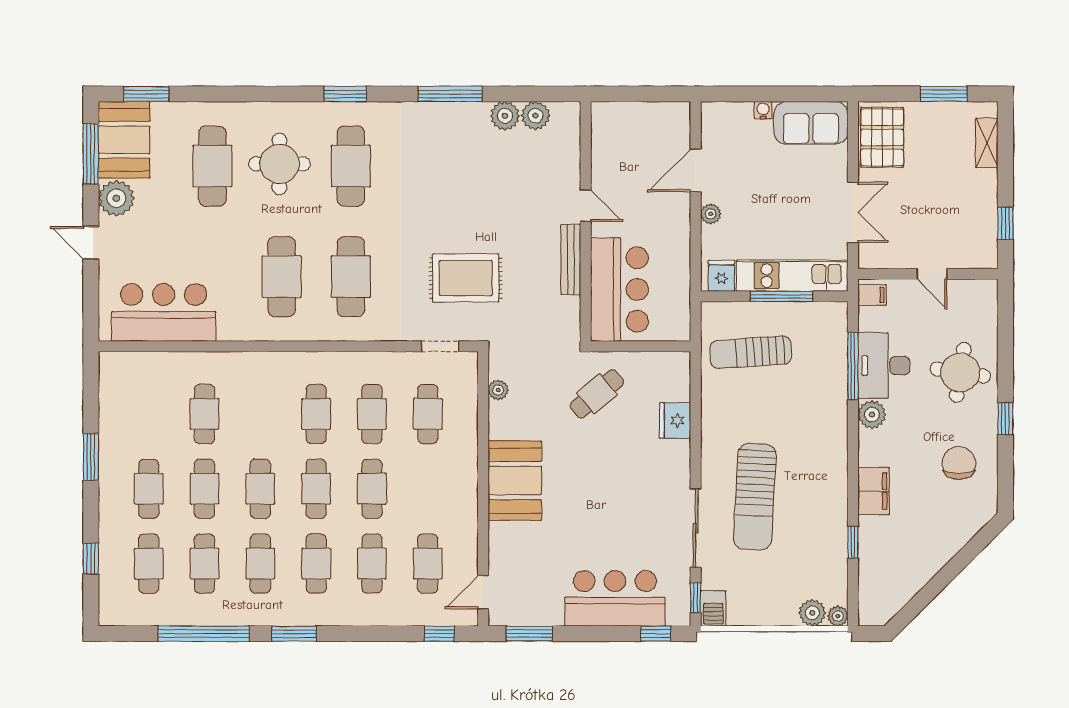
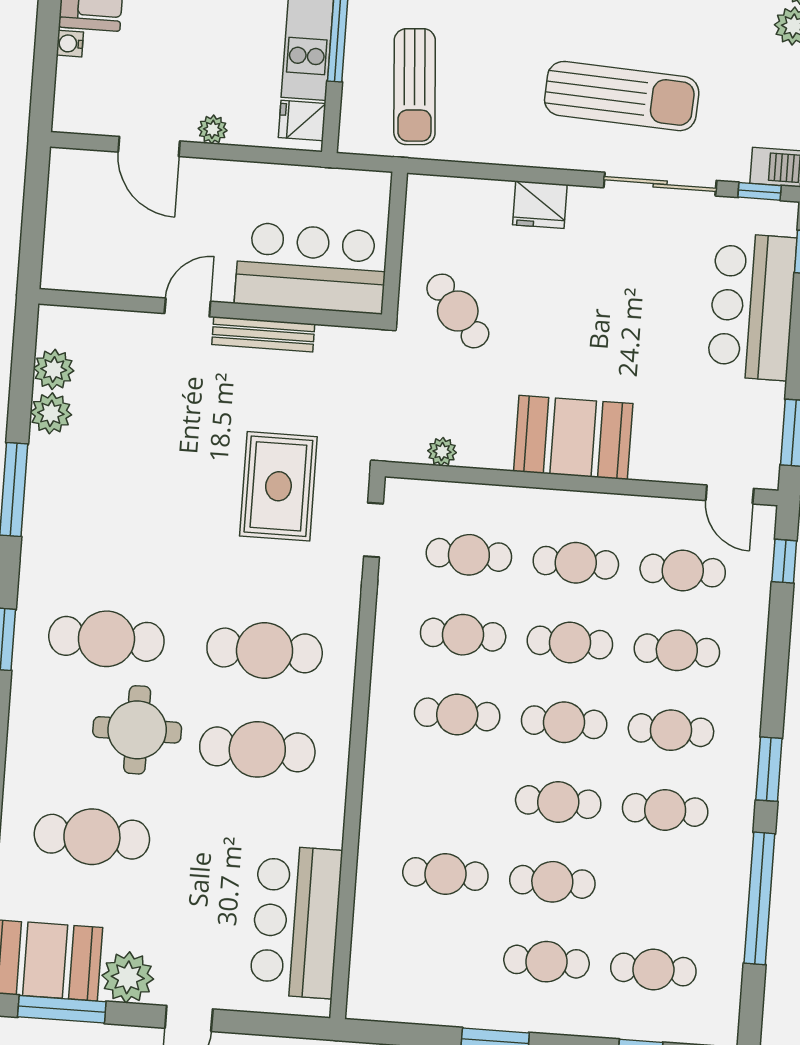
round table: (279, 164) -> (137, 730), moved
fridge: (675, 421) -> (540, 205), moved
cafe table: (204, 564) -> (576, 563), moved

